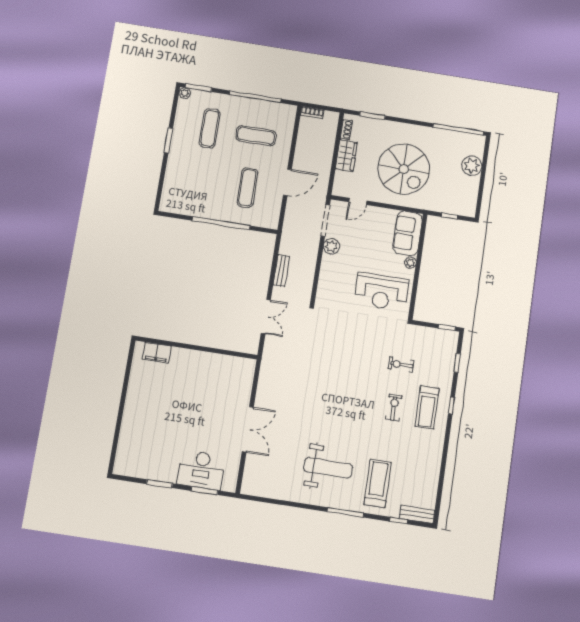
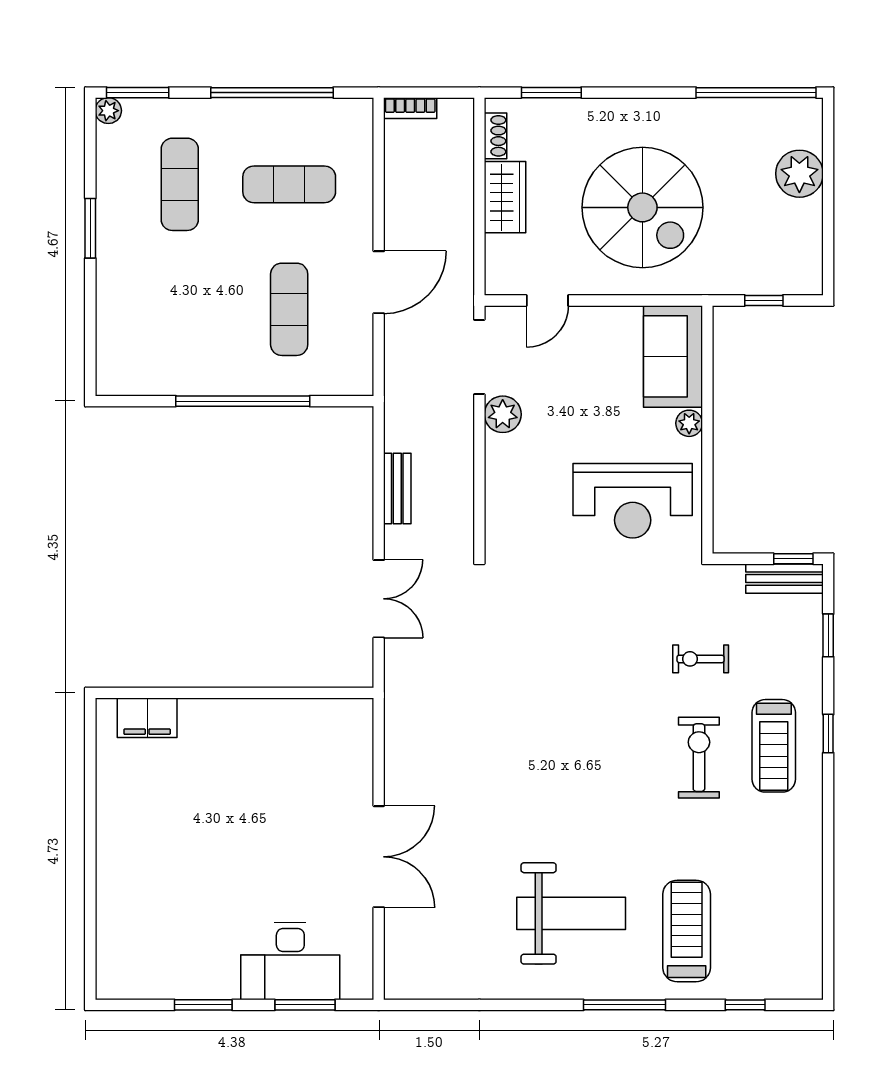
exercise bike: (394, 407) -> (699, 758), width x1.38, depth x1.39
bench: (417, 514) -> (785, 579), moved

